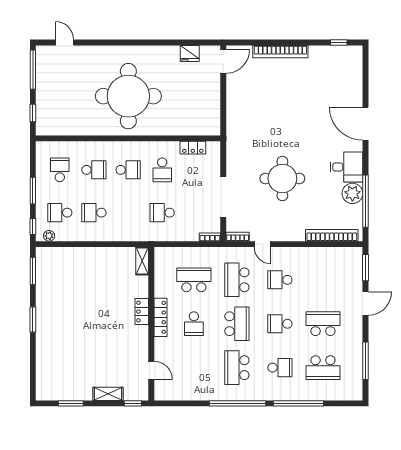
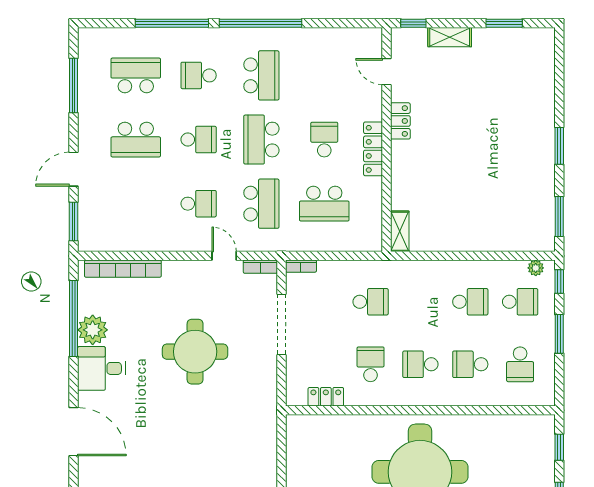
locker: (142, 312) -> (400, 121), moved

